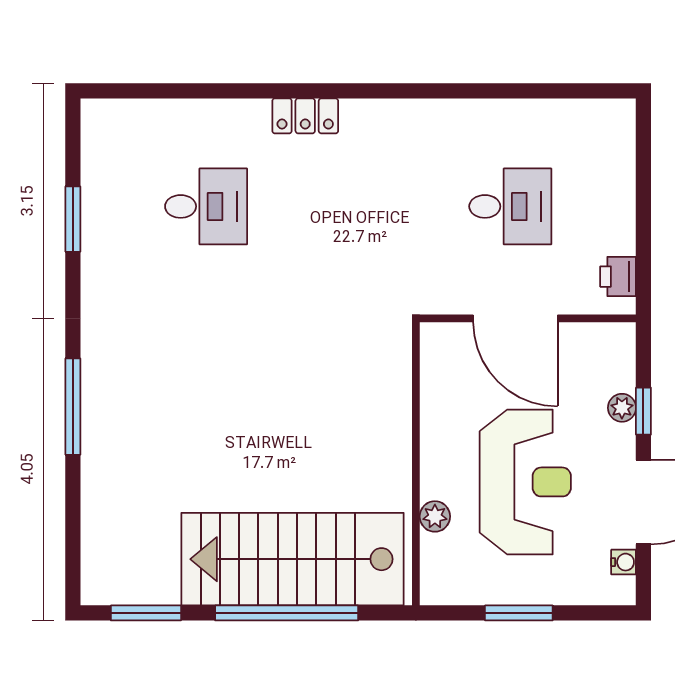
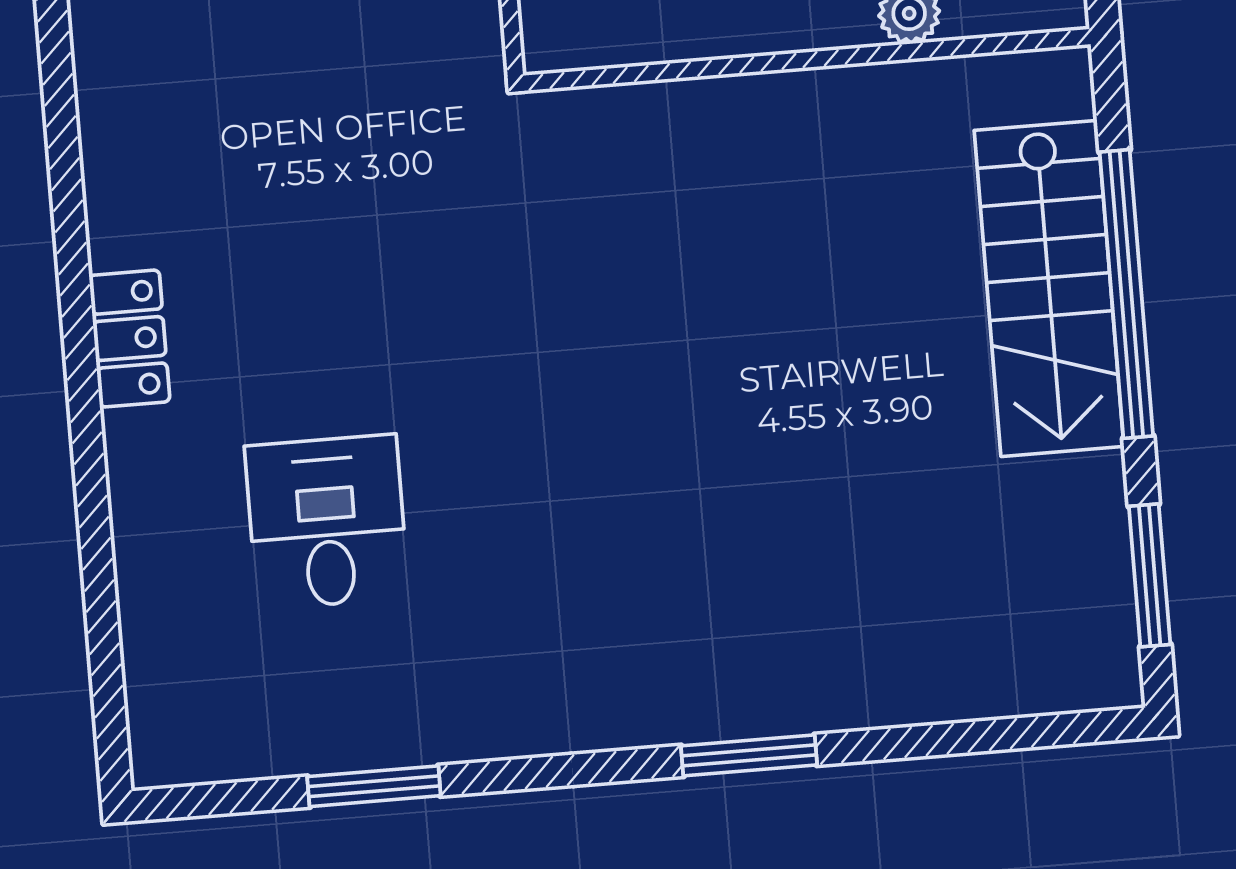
window: (73, 407) -> (749, 755), width x0.69
stairs: (293, 559) -> (1049, 288), width x0.73, depth x0.66

